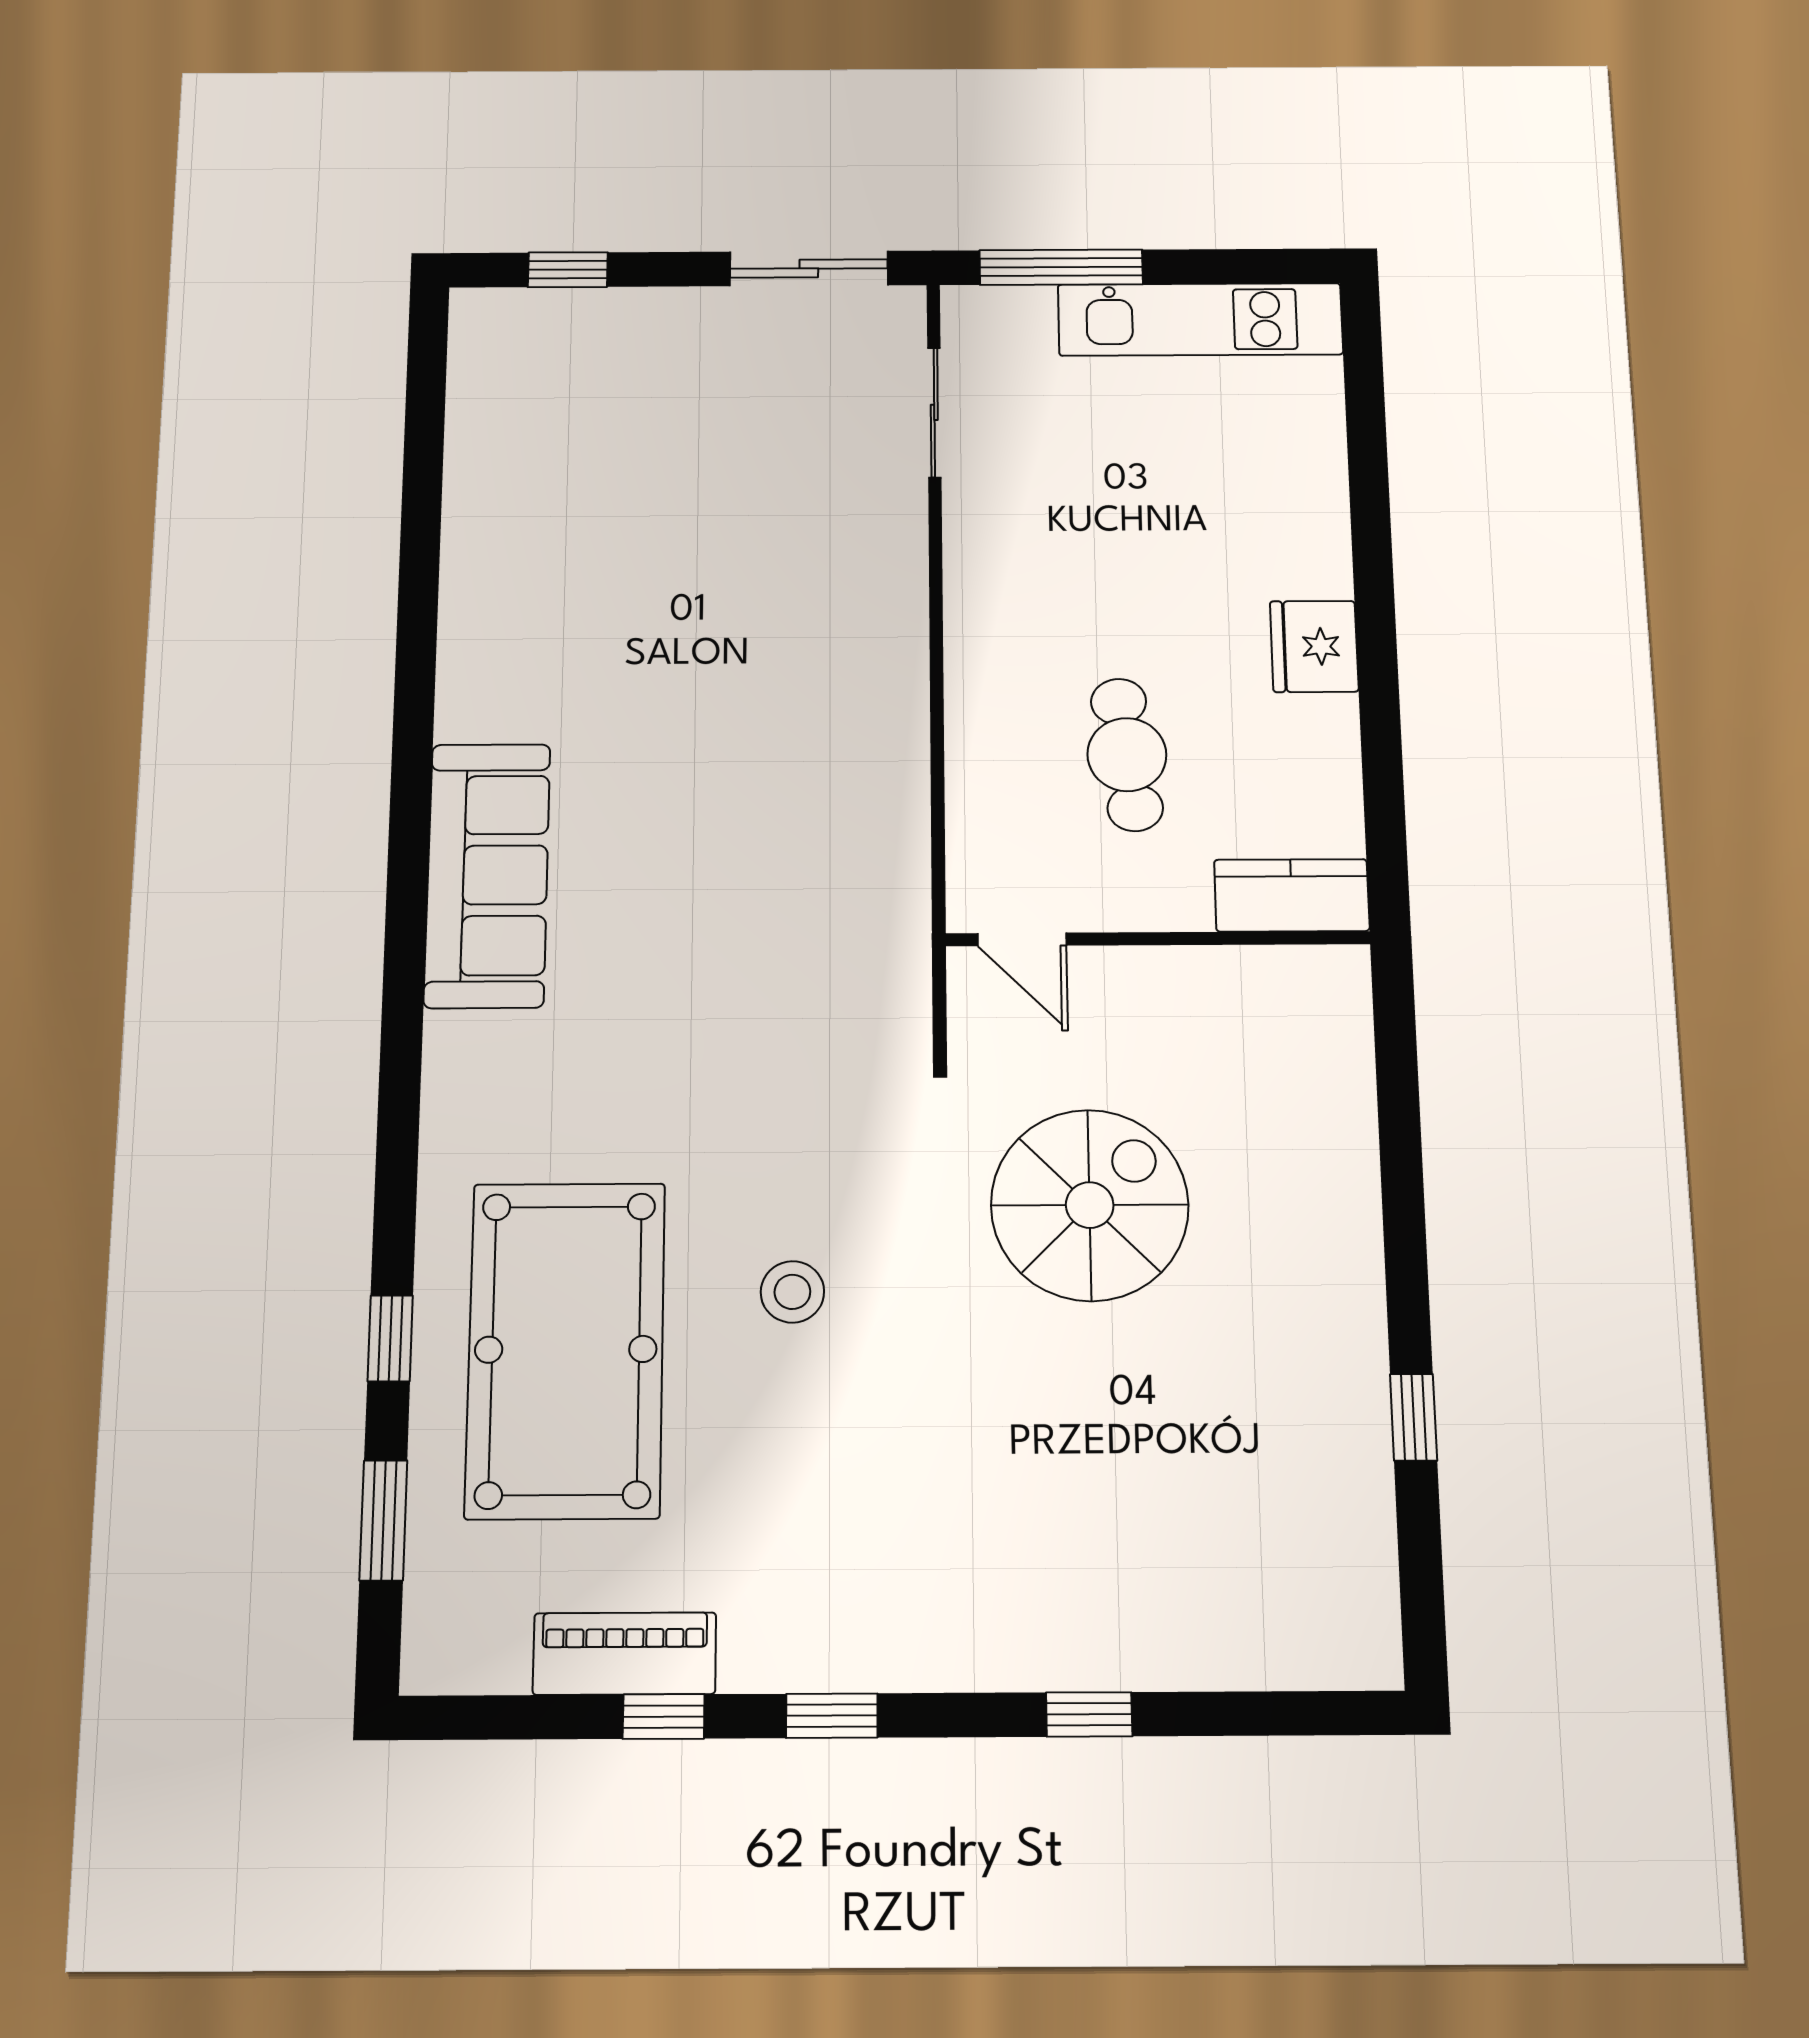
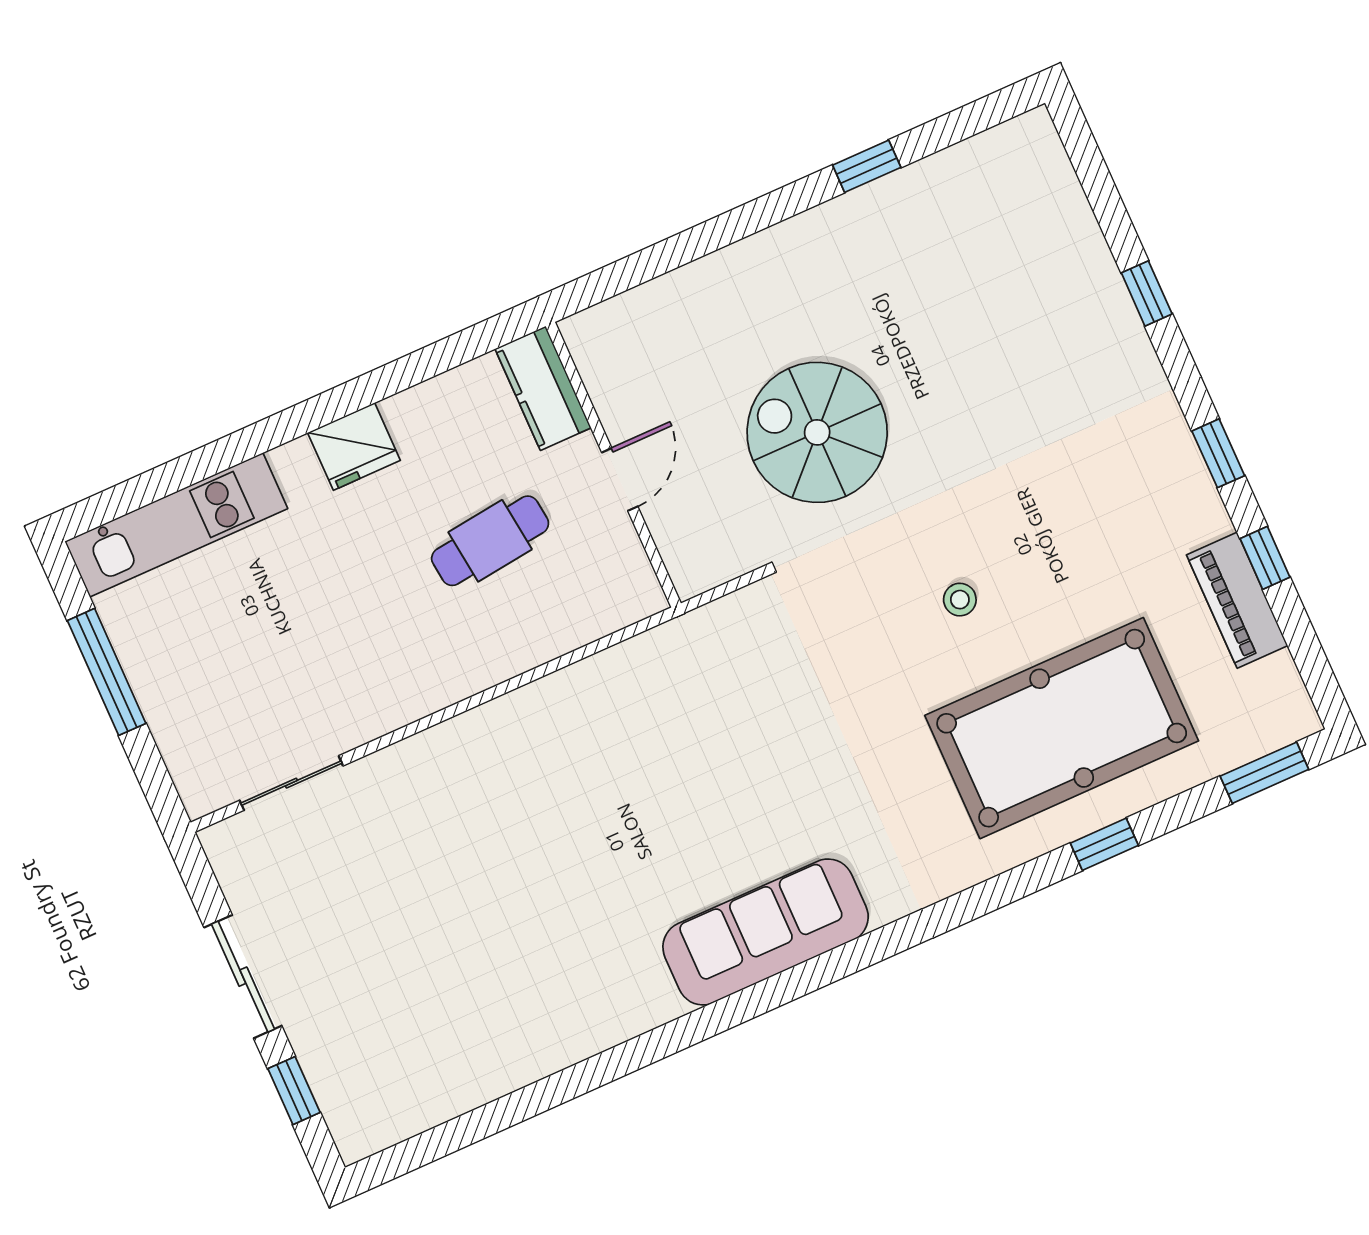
window: (1061, 267) -> (107, 672), moved
sliding door: (809, 268) -> (243, 977), moved
kitchen unit: (1200, 319) -> (176, 525), moved, turned 90
door: (1022, 939) -> (620, 479), moved
stool: (792, 1292) -> (960, 600), width x0.73, depth x0.73
window: (383, 1520) -> (1264, 773), moved

